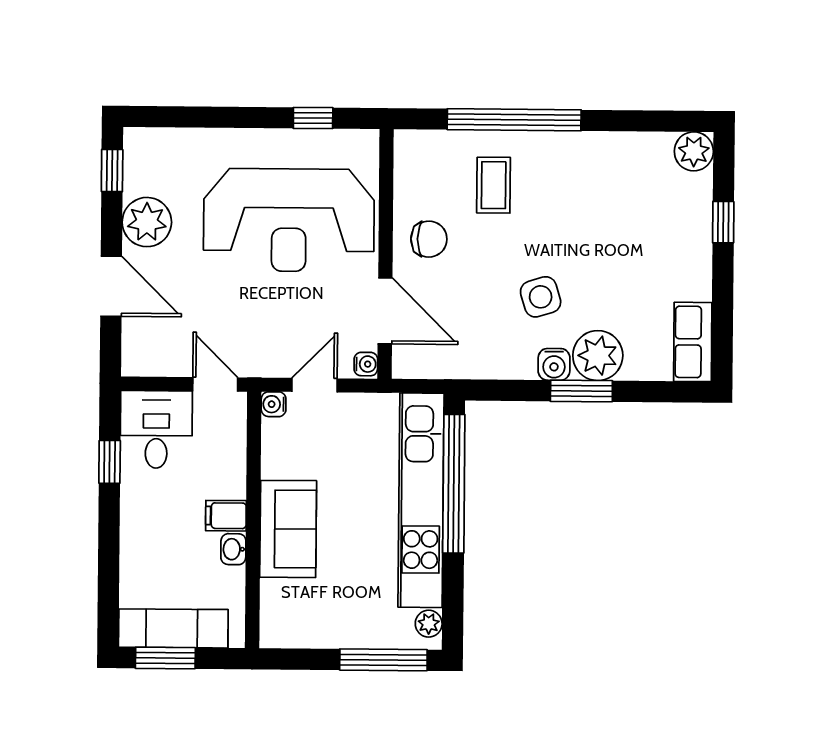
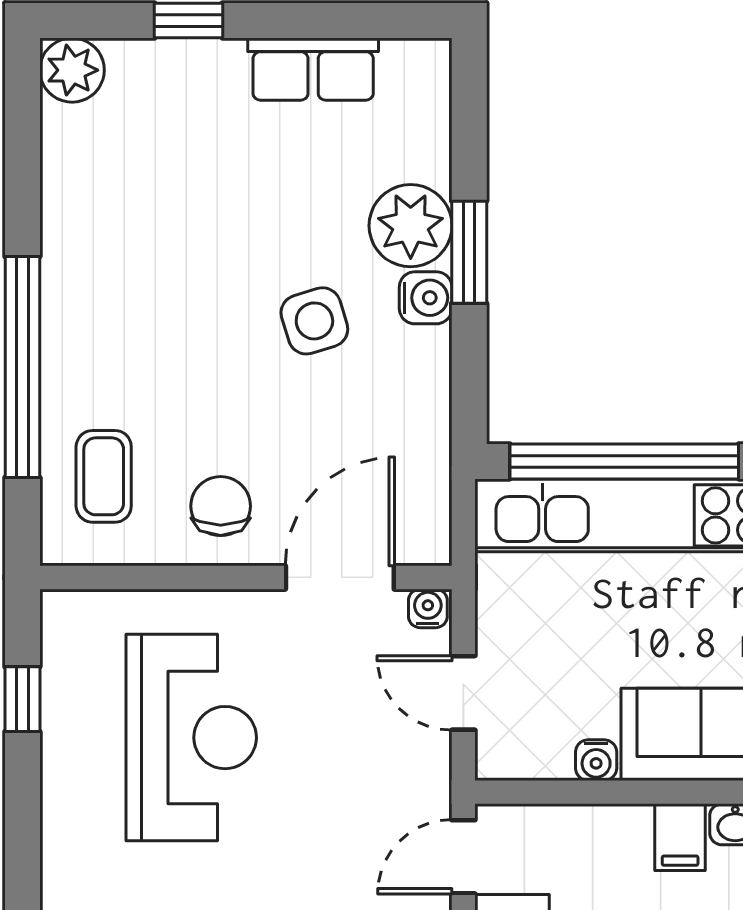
coffee table: (494, 185) -> (104, 476), moved, turned 90
reception desk: (289, 220) -> (191, 738), width x0.74, depth x0.77
row of seats: (693, 342) -> (313, 69), moved
water cooler: (274, 404) -> (596, 760), moved

